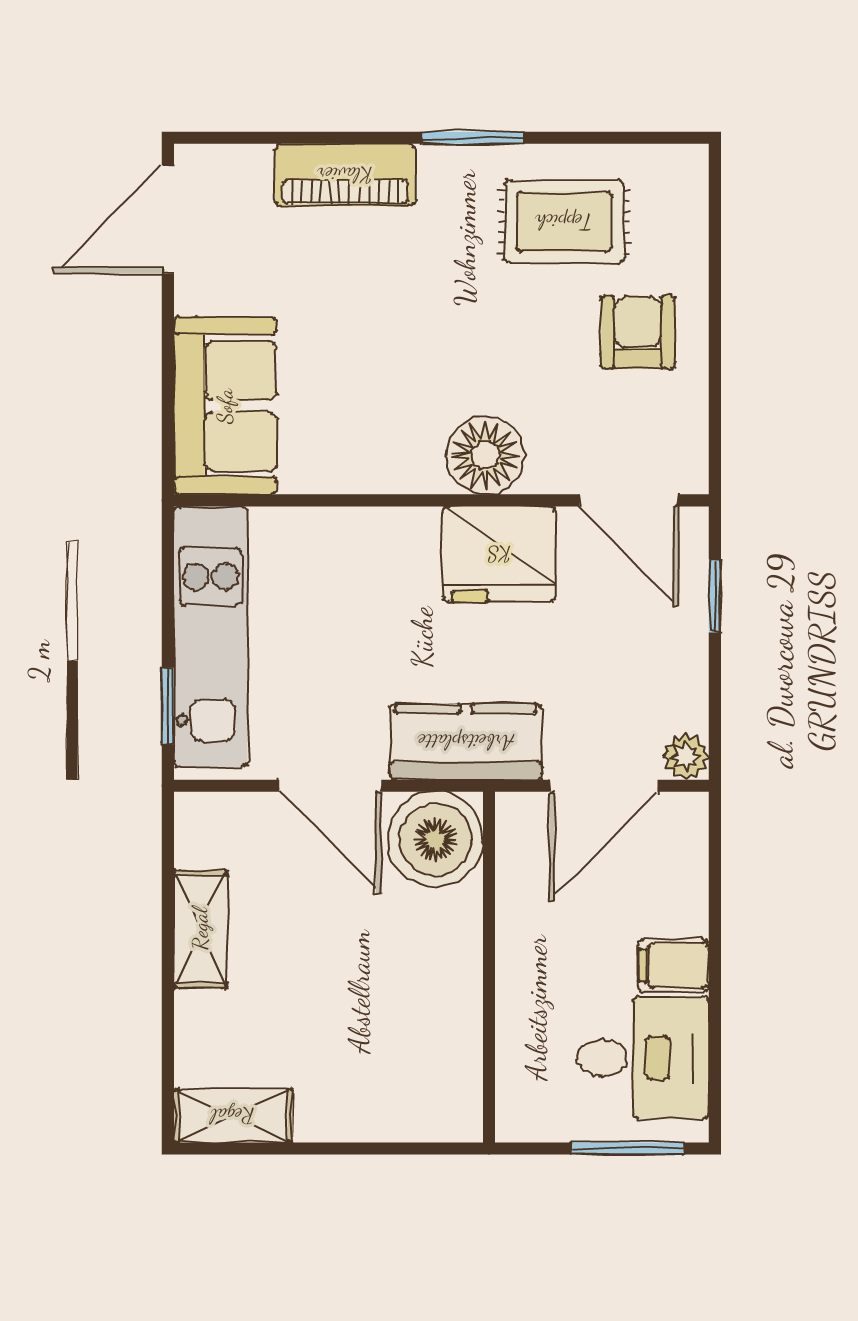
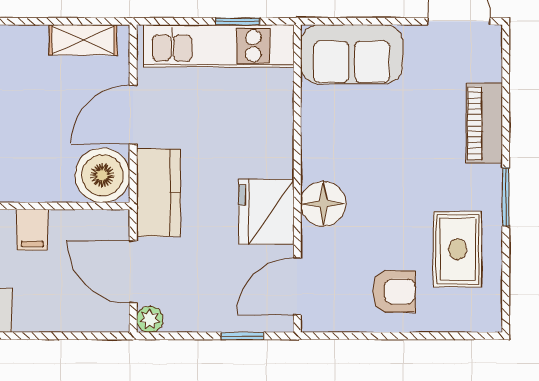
window: (168, 706) -> (238, 21), moved
shelving: (200, 929) -> (83, 40), moved
filing cabinet: (674, 965) -> (32, 230), moved, turned 180

